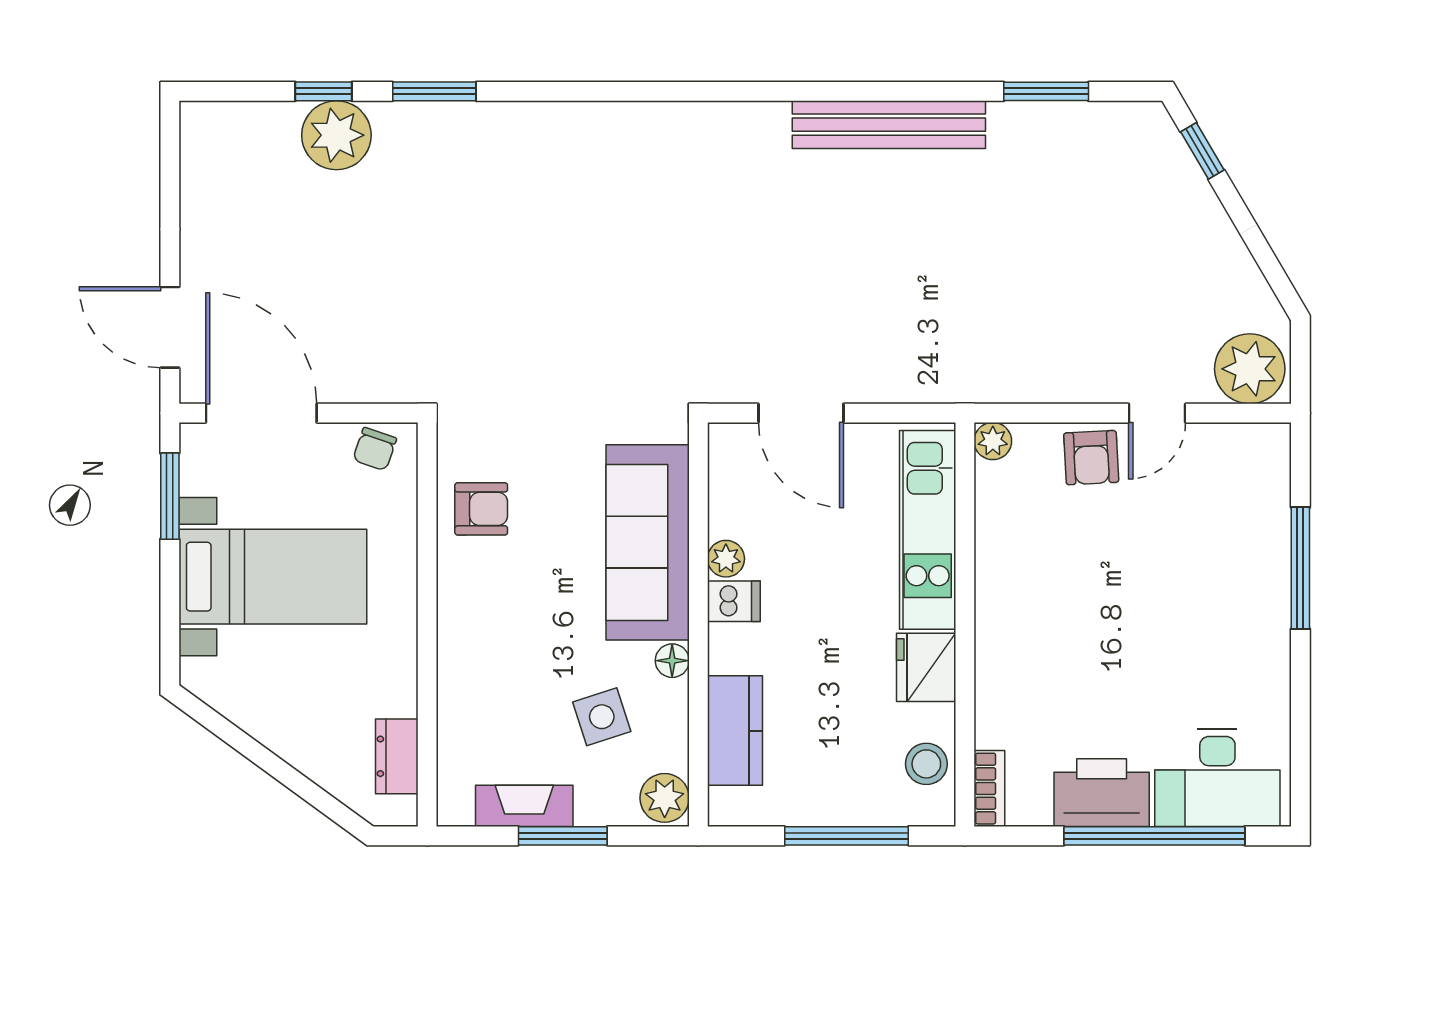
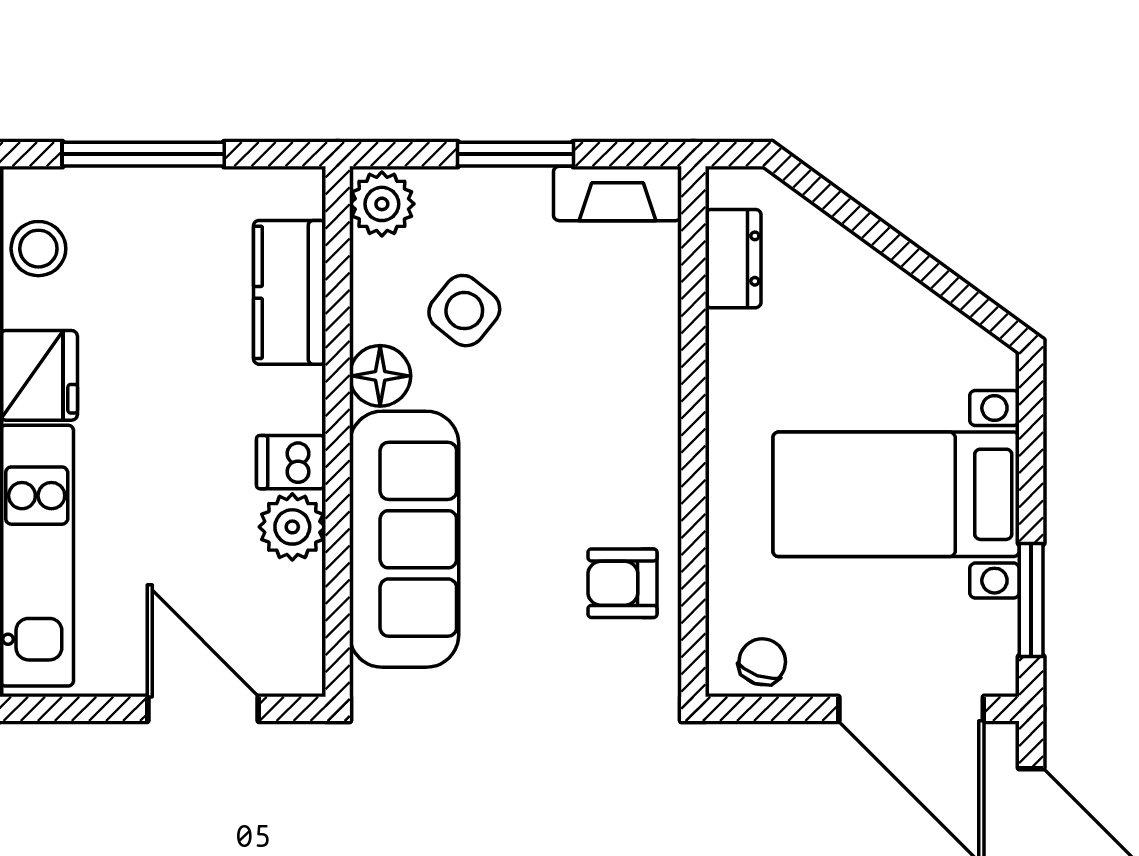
plant: (726, 559) -> (292, 527), width x1.38, depth x1.38
floor lamp: (672, 661) -> (380, 376), width x1.37, depth x1.37
side table: (602, 717) -> (464, 311), turned -33
fireplace: (524, 806) -> (617, 193), moved

